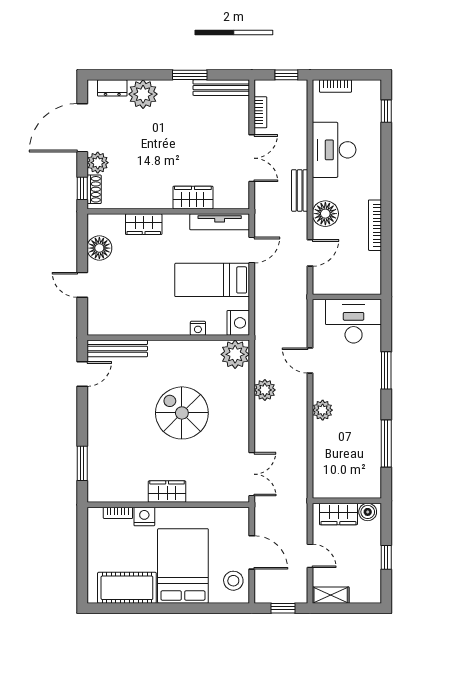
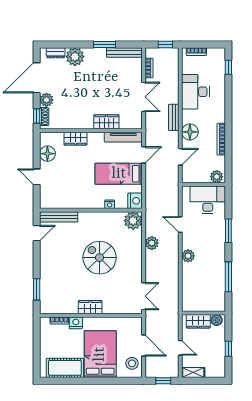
plant: (368, 285) -> (217, 177), added

